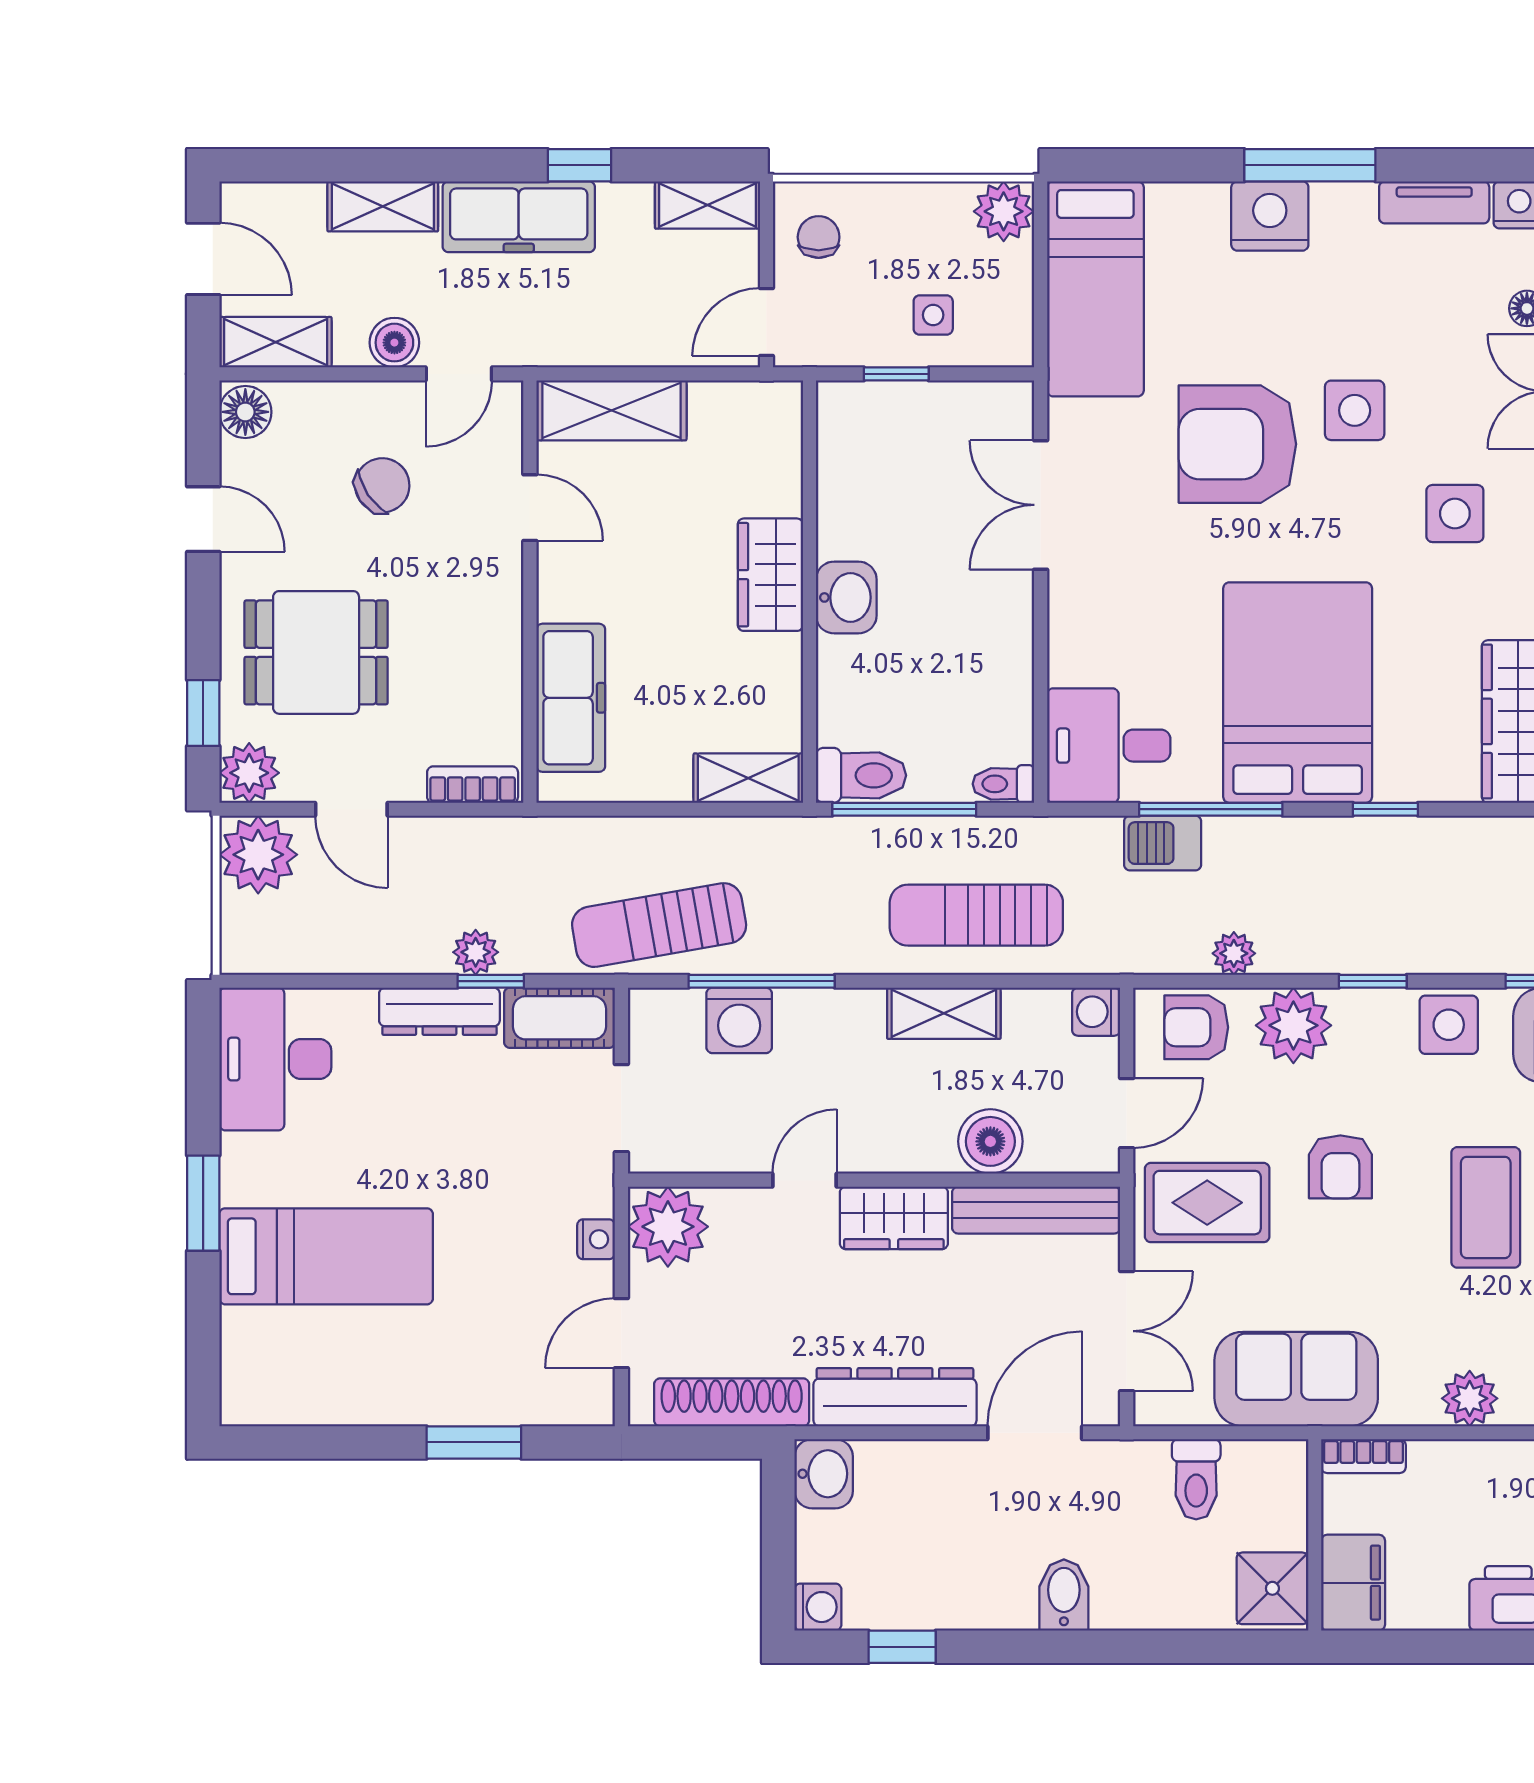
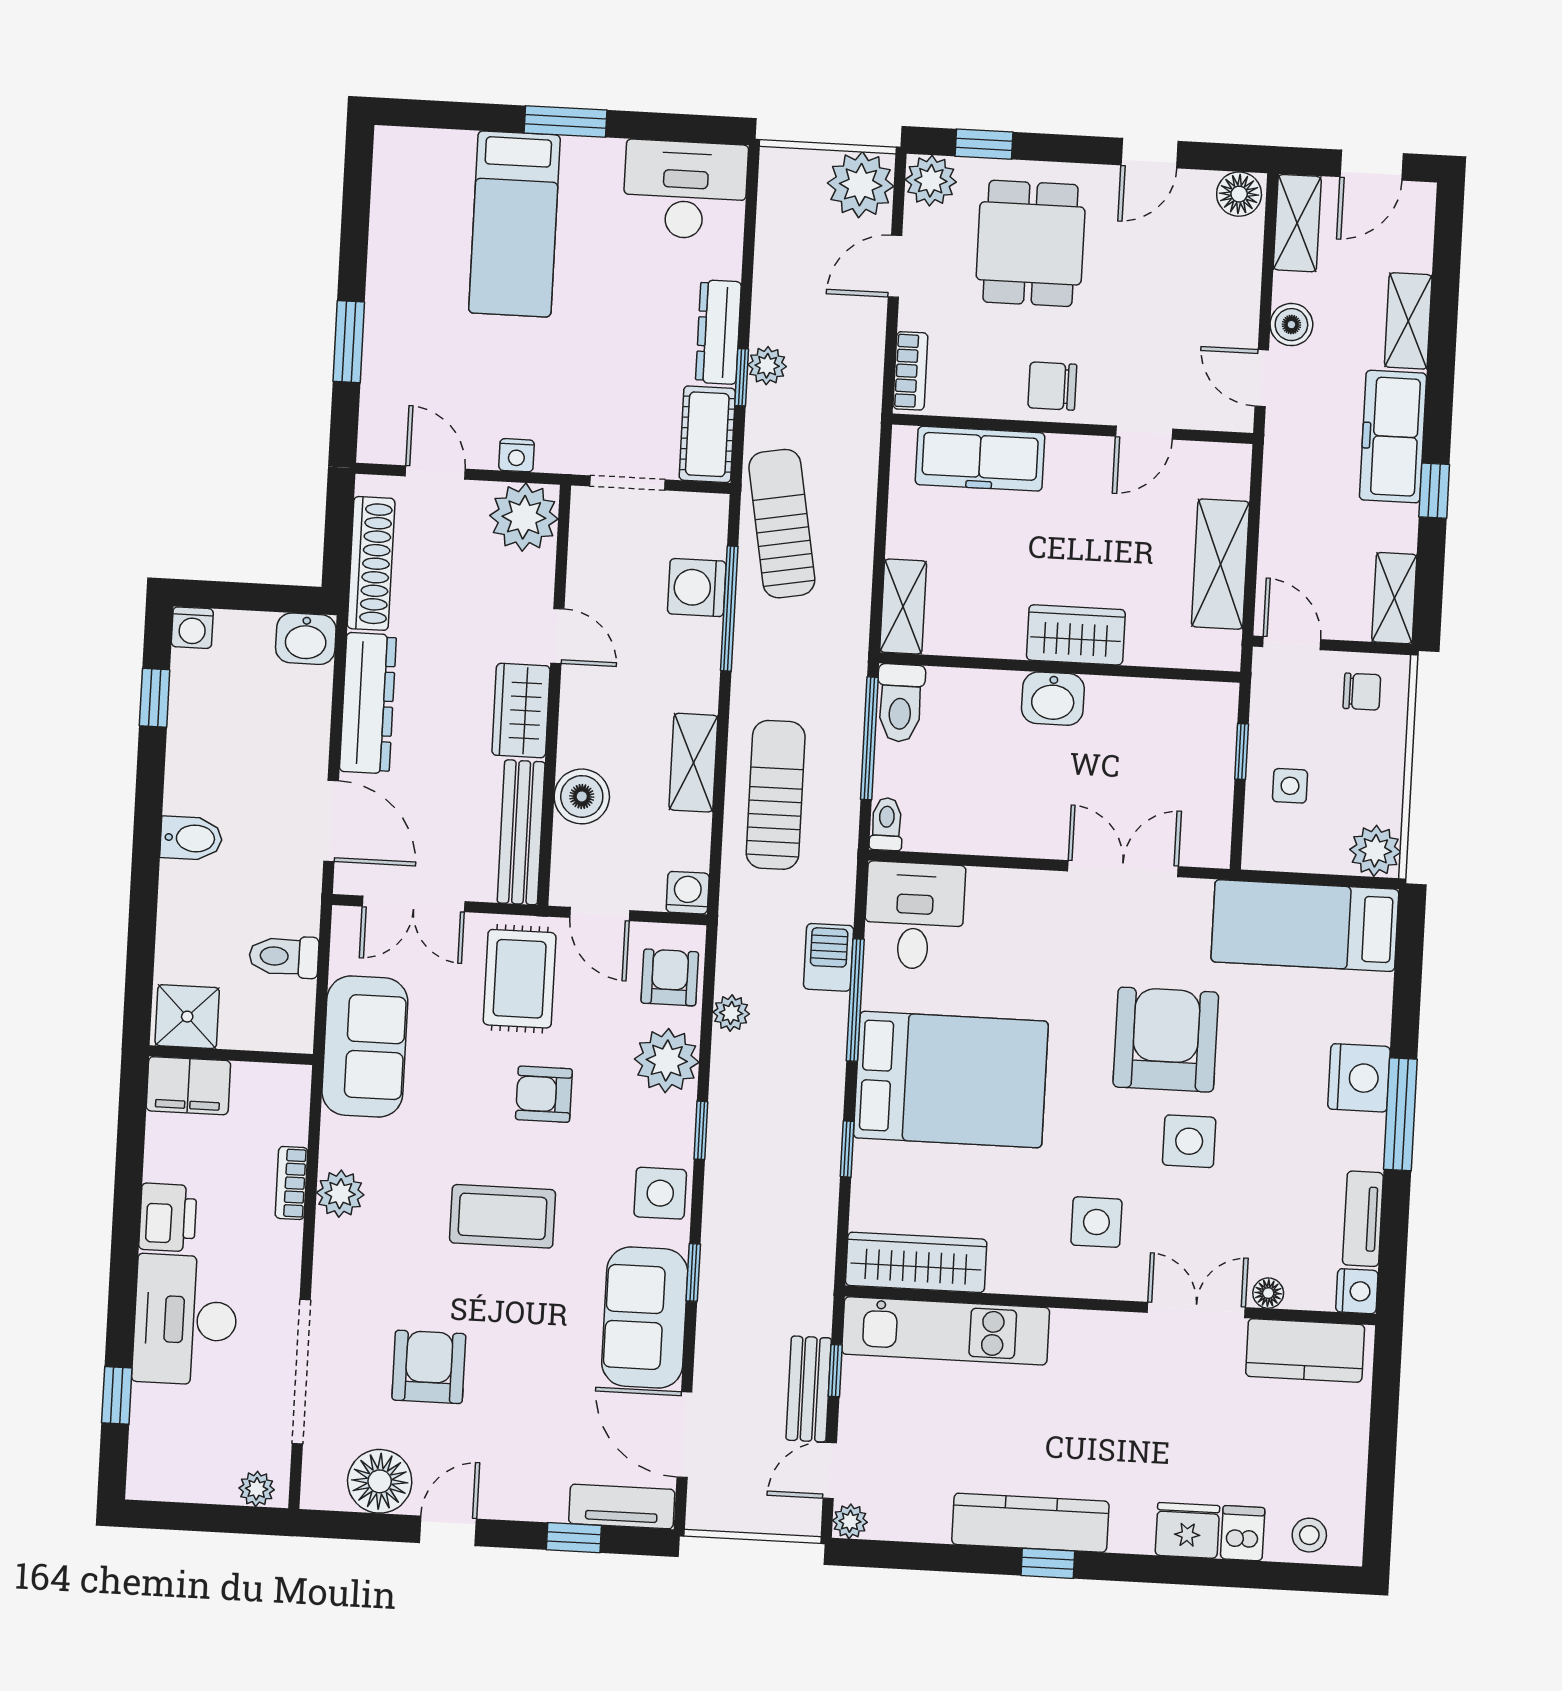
shelving: (612, 410) -> (1220, 564), moved
chair: (382, 485) -> (1052, 386), moved, turned 124
bookcase: (1363, 1456) -> (291, 1183), moved

